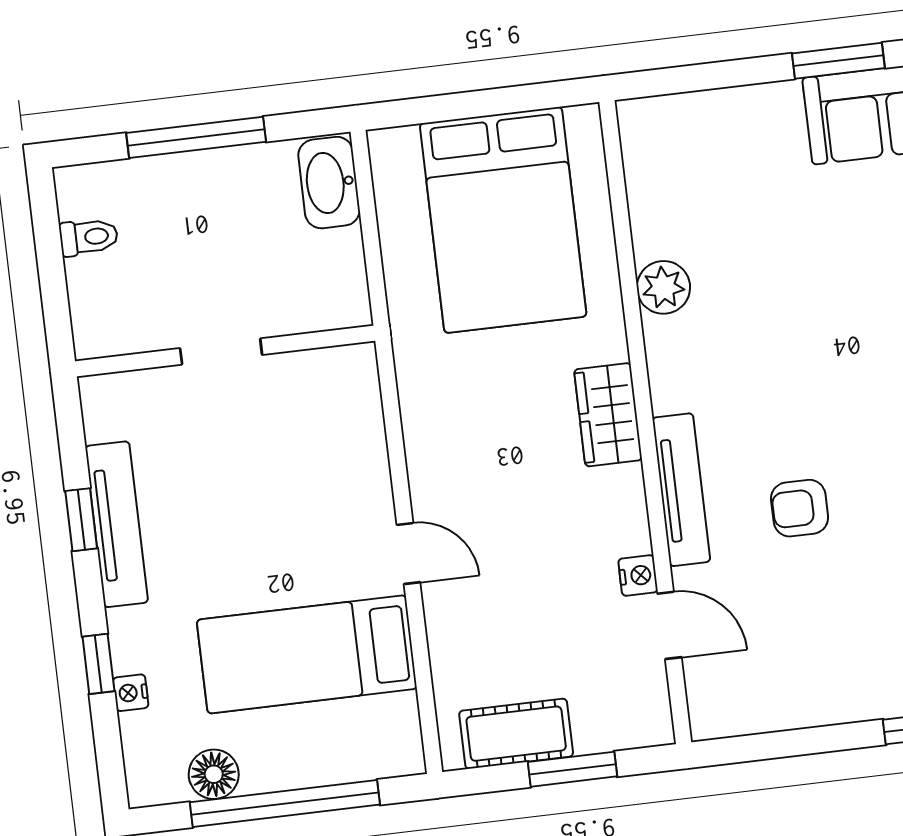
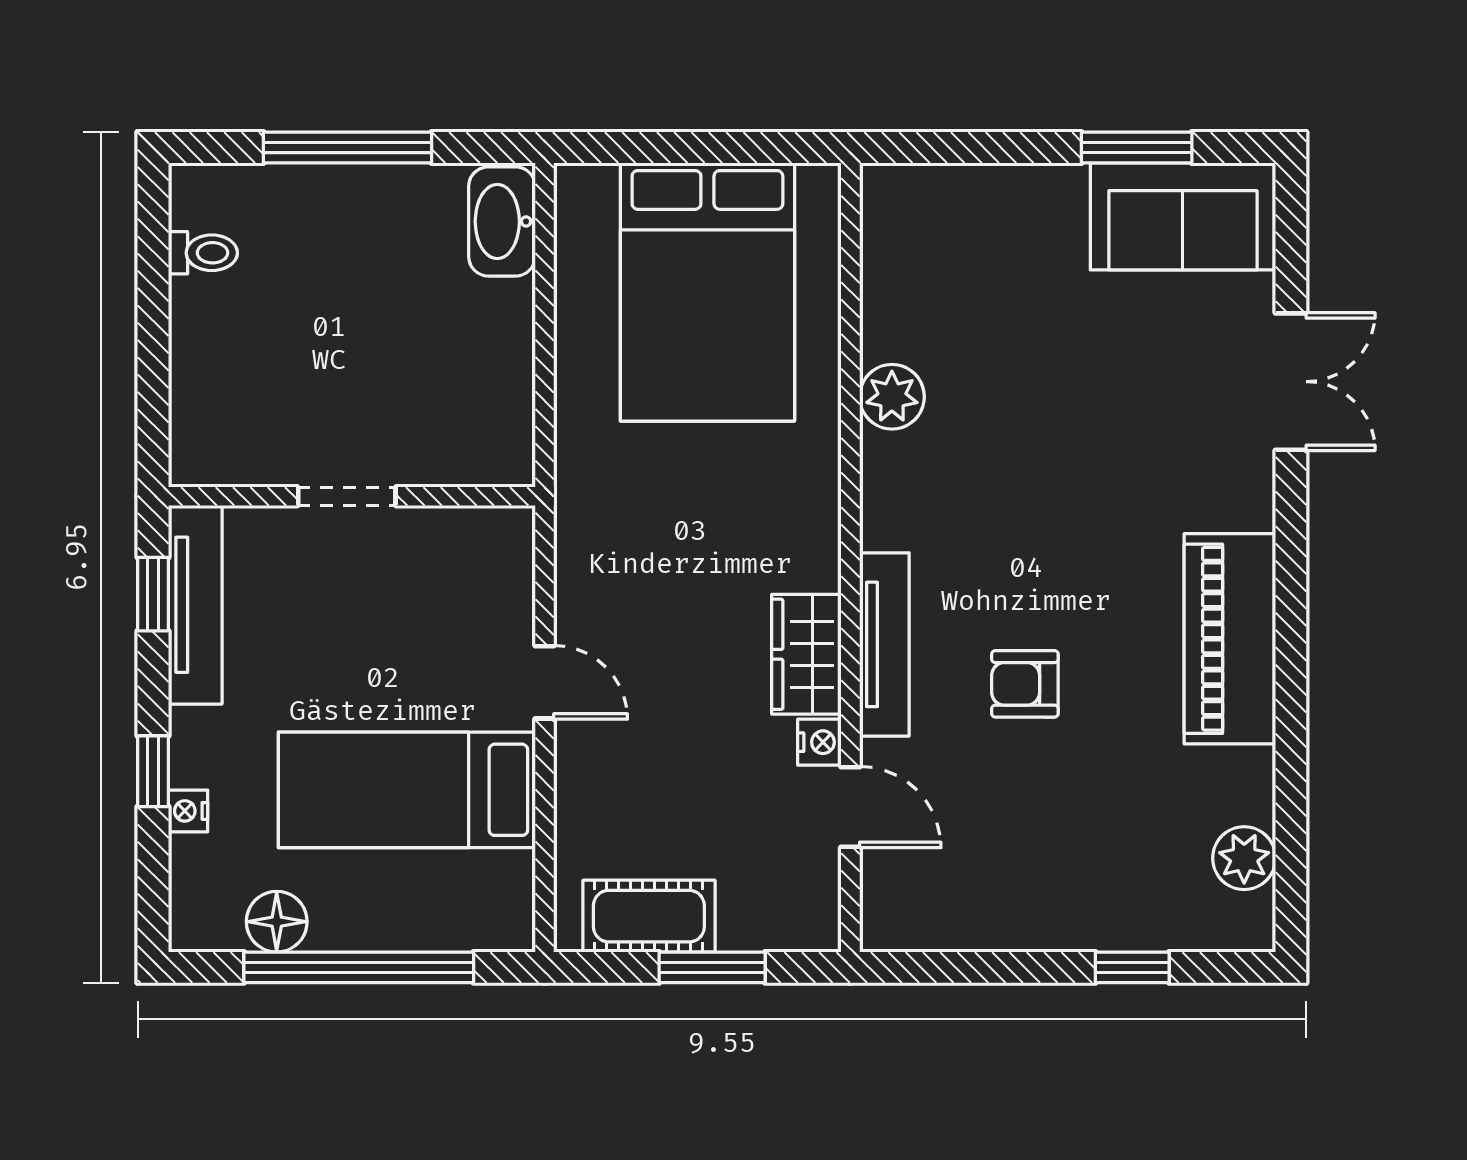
wall: (225, 351) -> (352, 496), moved
doorway: (221, 352) -> (347, 496), moved
wardrobe: (608, 415) -> (806, 654), moved

